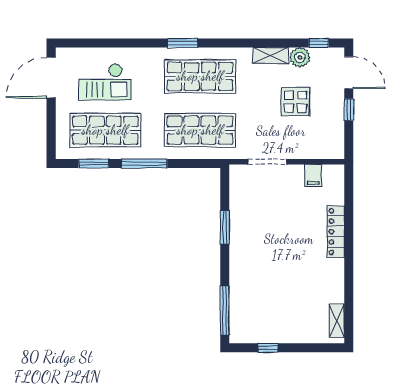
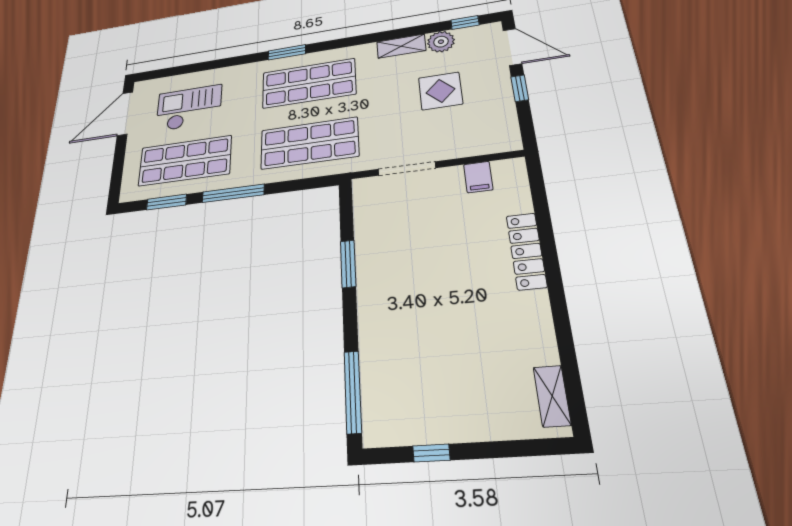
checkout: (105, 82) -> (189, 108), turned 180

